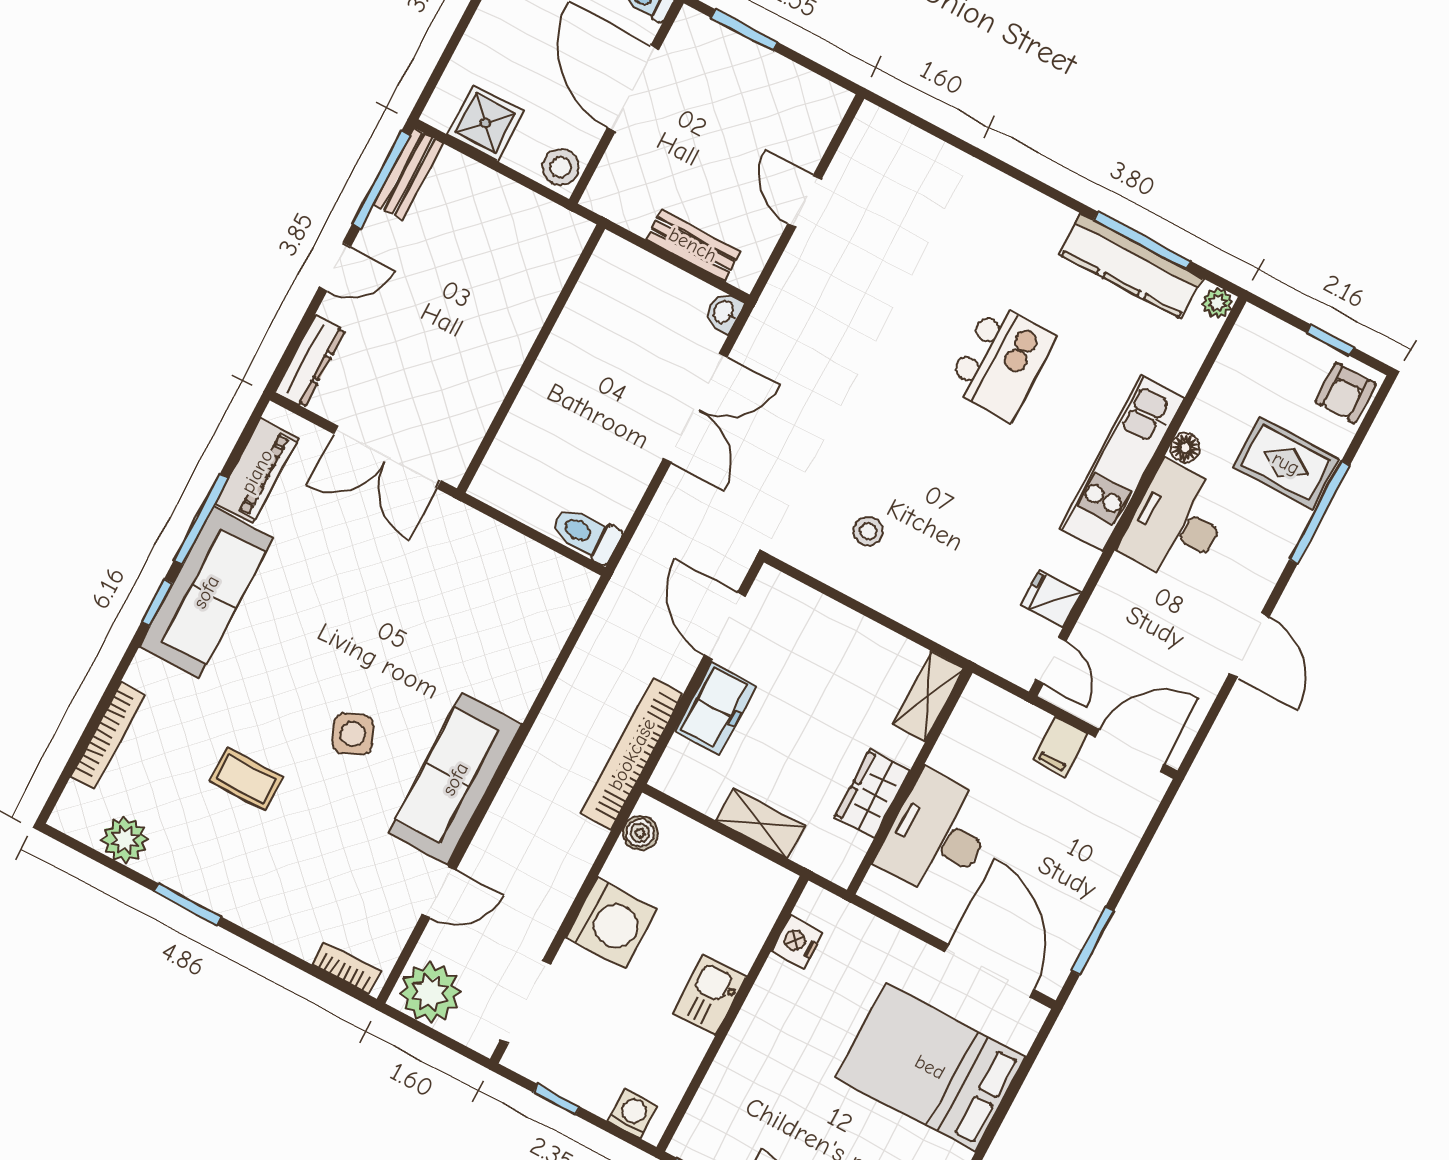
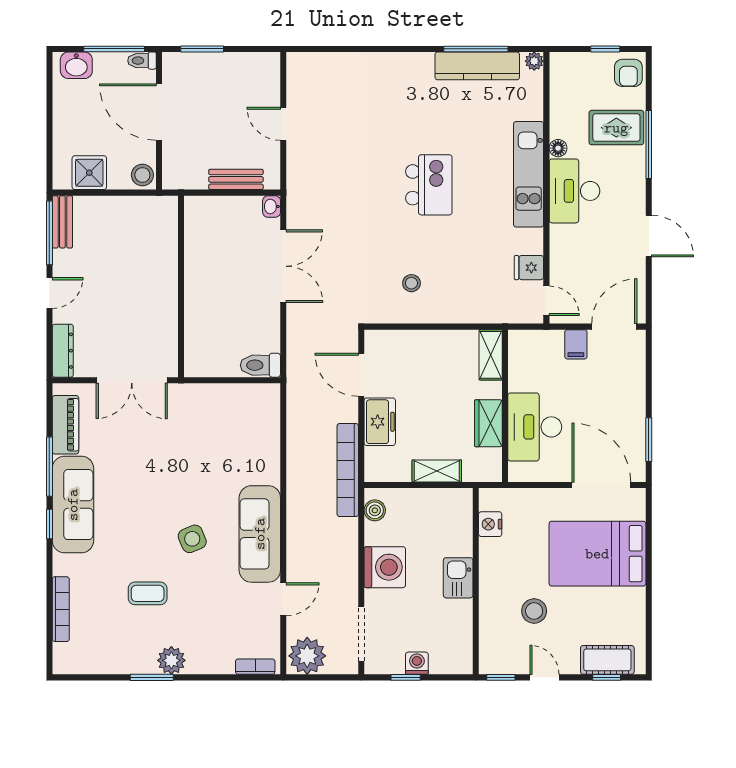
kitchen island: (1001, 362) -> (429, 185), moved
plant: (125, 840) -> (171, 660), moved
stool: (794, 1102) -> (534, 611), added
washing machine: (633, 1113) -> (417, 663), moved

